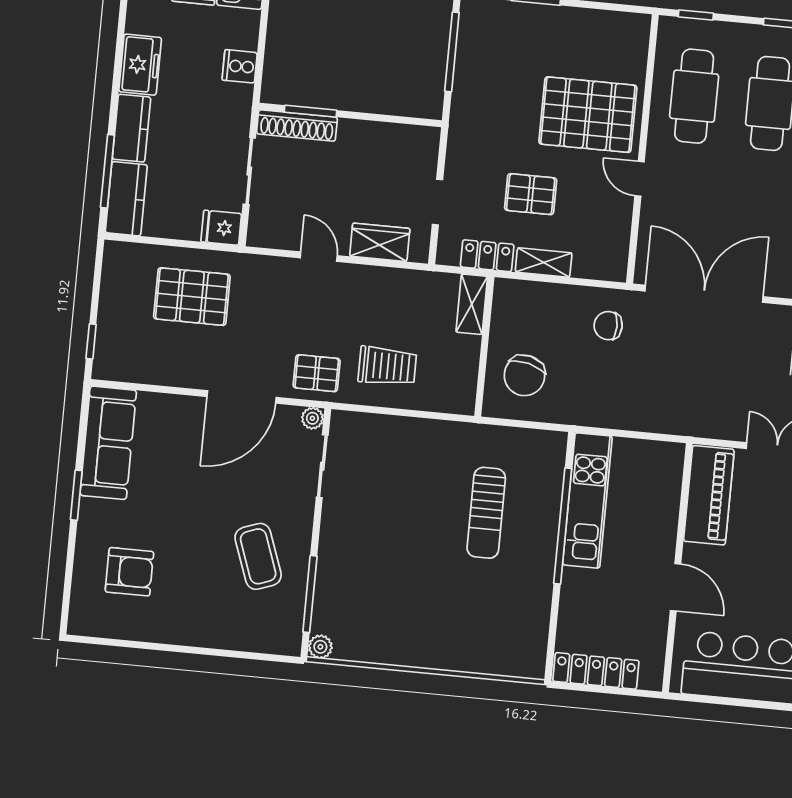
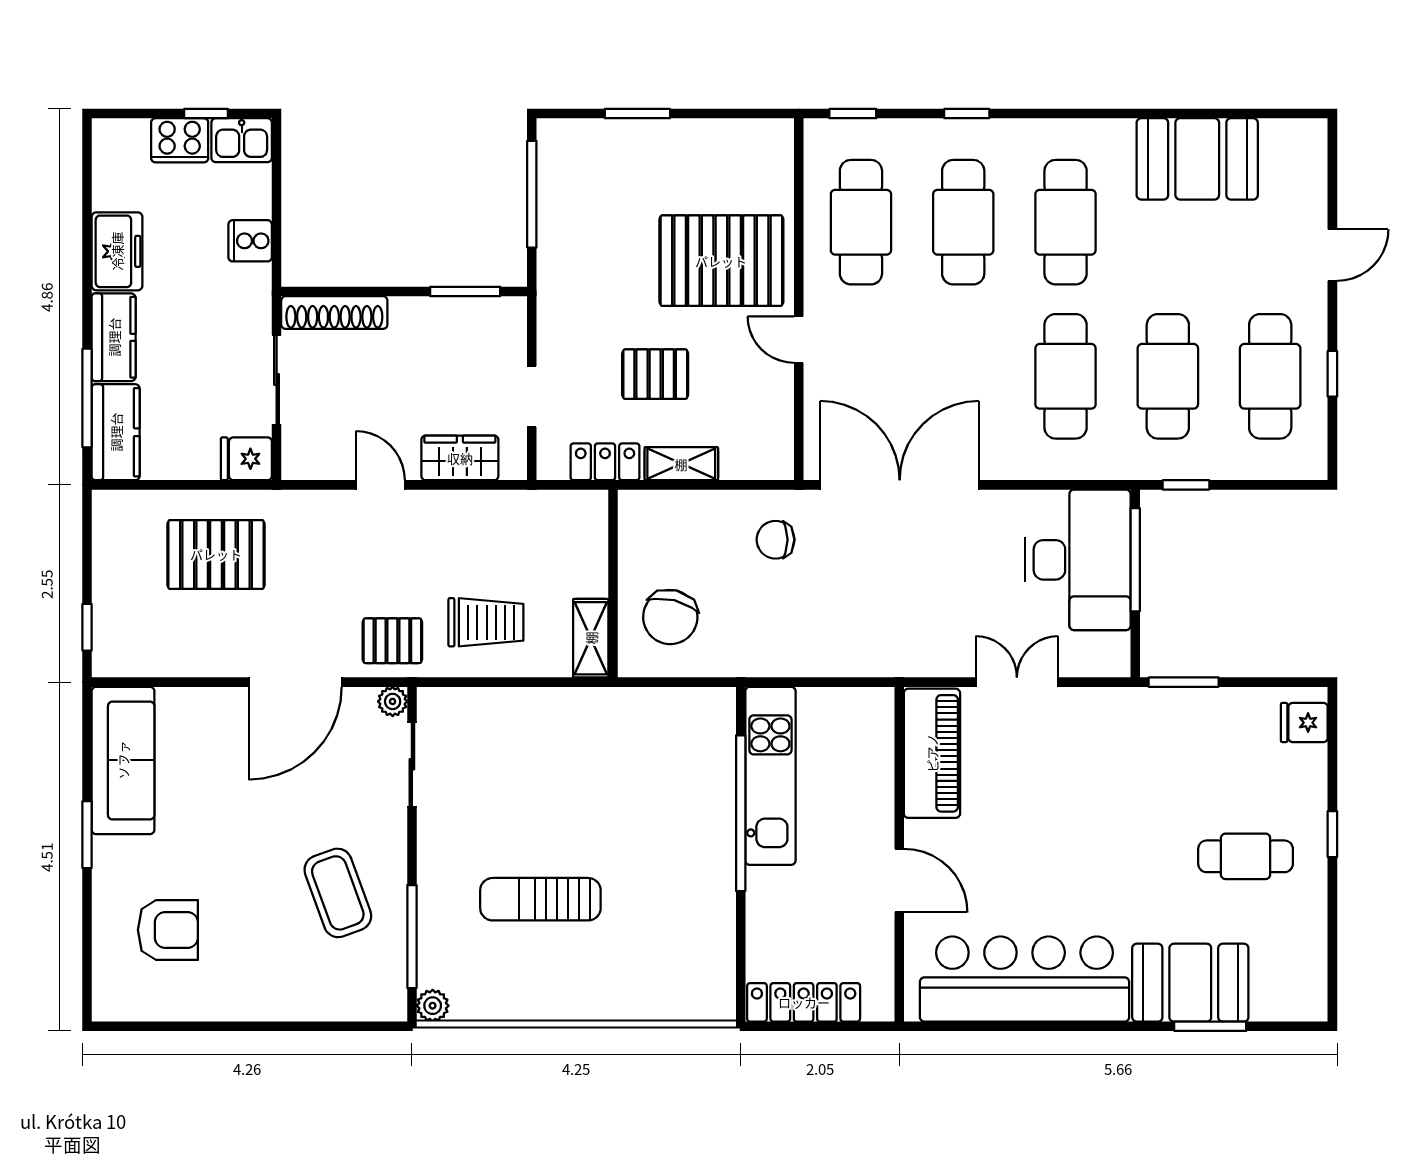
window: (310, 111) -> (465, 292), moved
shelving: (472, 304) -> (591, 638), moved
sun lounger: (486, 513) -> (540, 899), moved, turned 90

